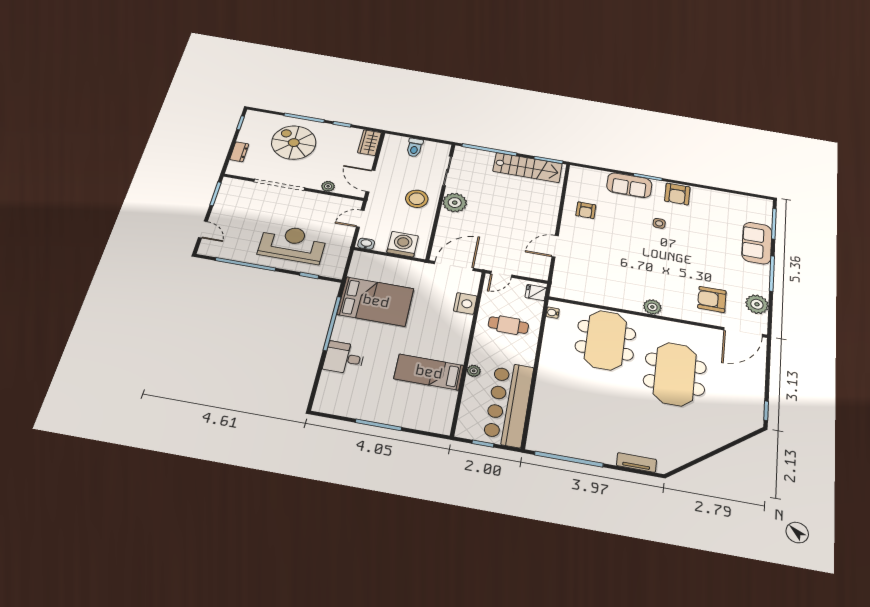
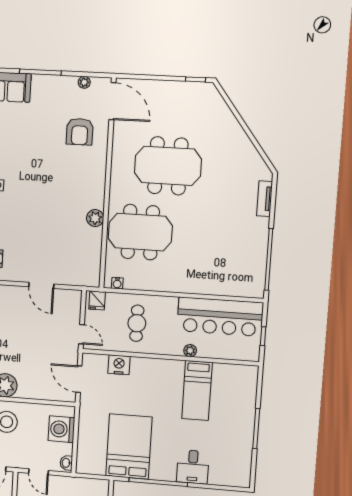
door: (454, 266) -> (79, 379), width x0.73
plant: (757, 304) -> (84, 82), width x0.53, depth x0.53
plant: (652, 307) -> (95, 218), moved

